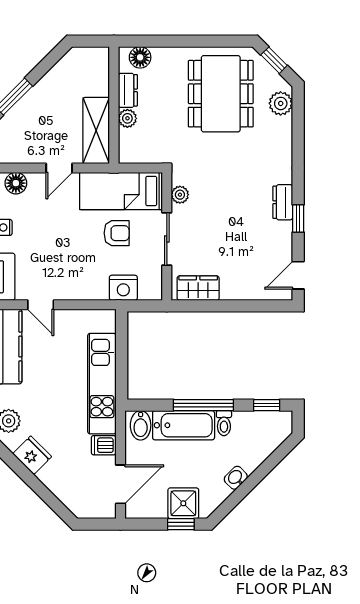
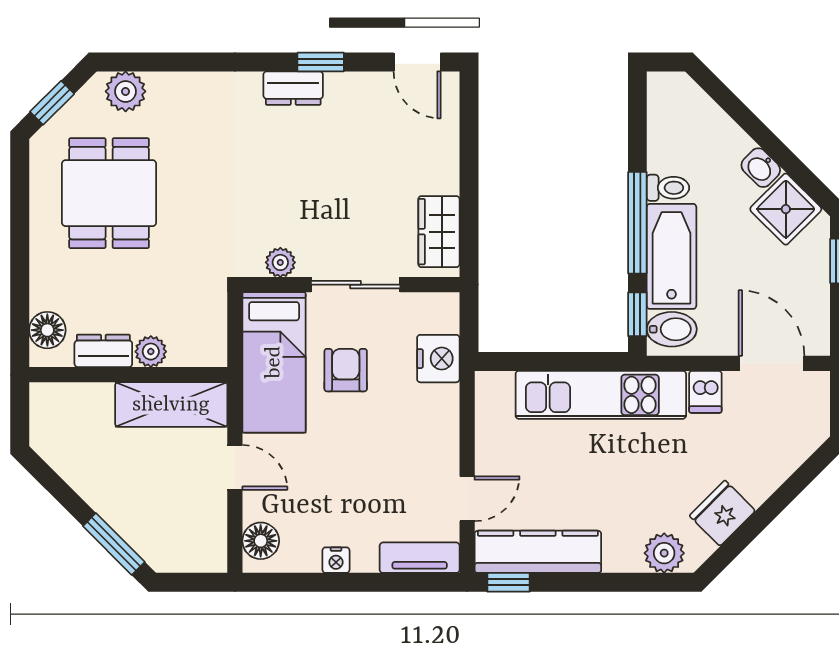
dining table: (221, 94) -> (109, 193), width x0.73
window: (267, 405) -> (637, 314), moved
shower: (183, 503) -> (786, 209), moved, turned 45

